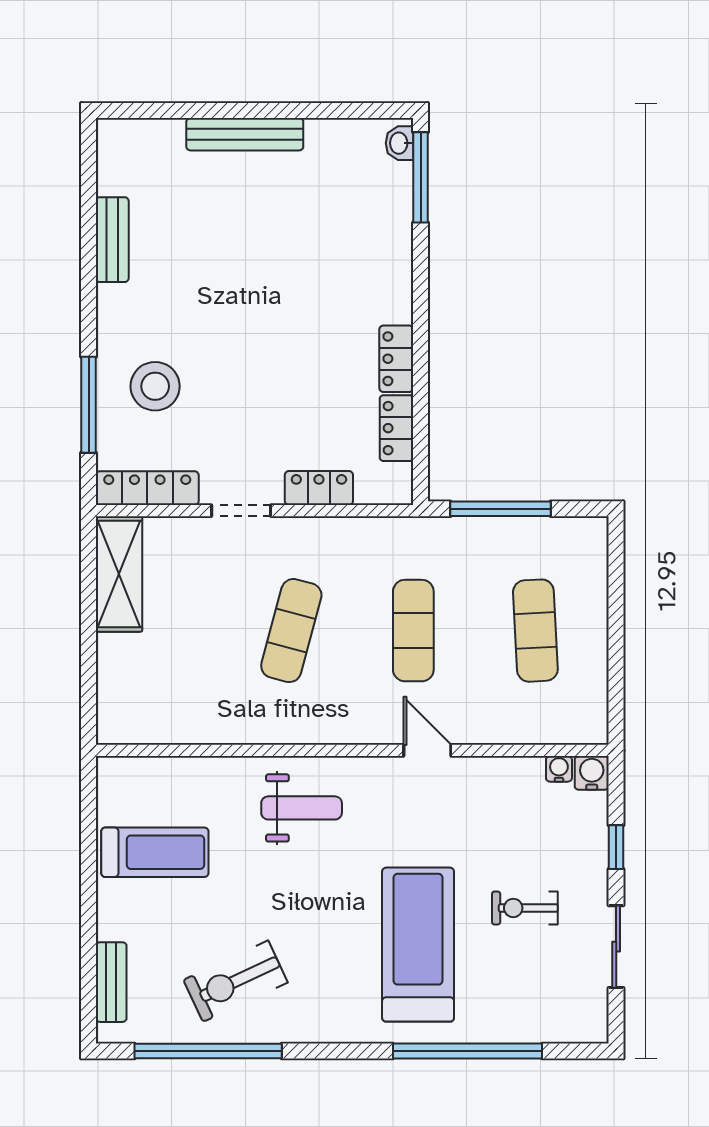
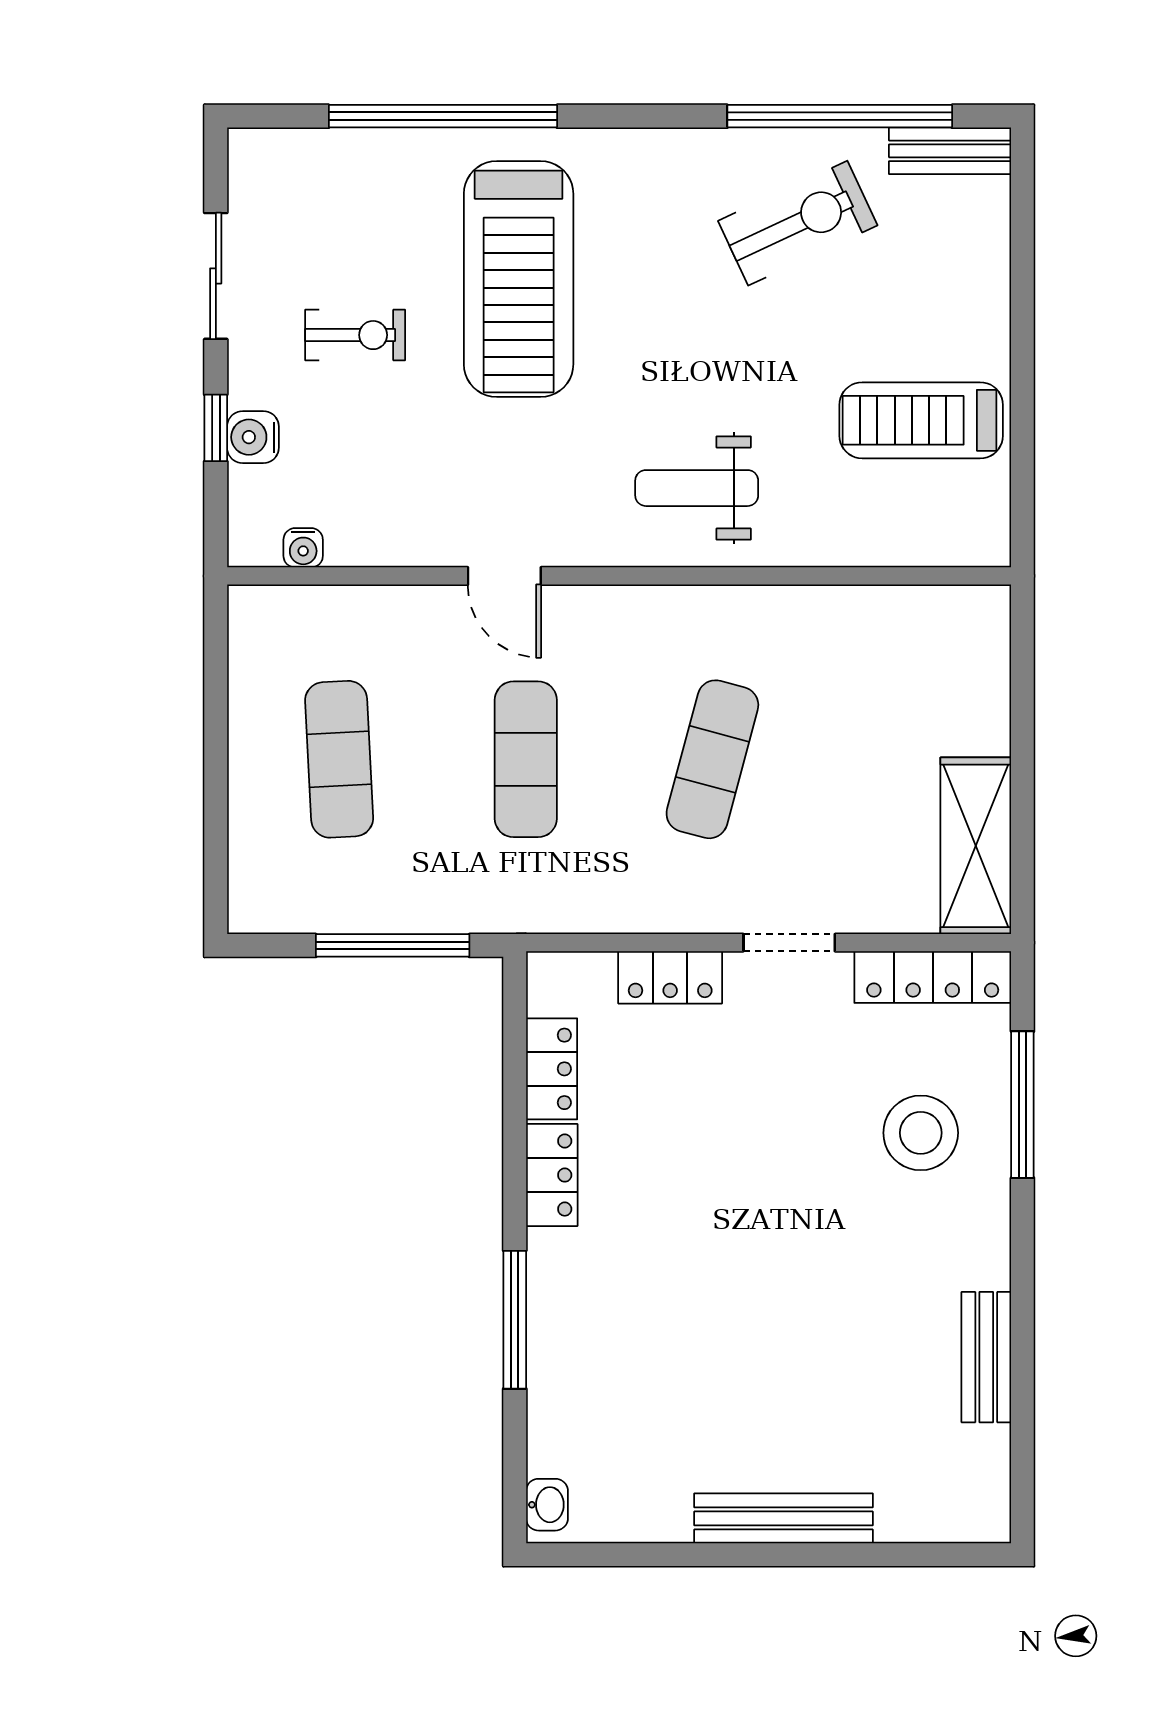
window: (421, 177) -> (515, 1320), moved
water cooler: (592, 773) -> (253, 437), moved, turned 90
bench: (111, 982) -> (950, 151), moved, turned 90

